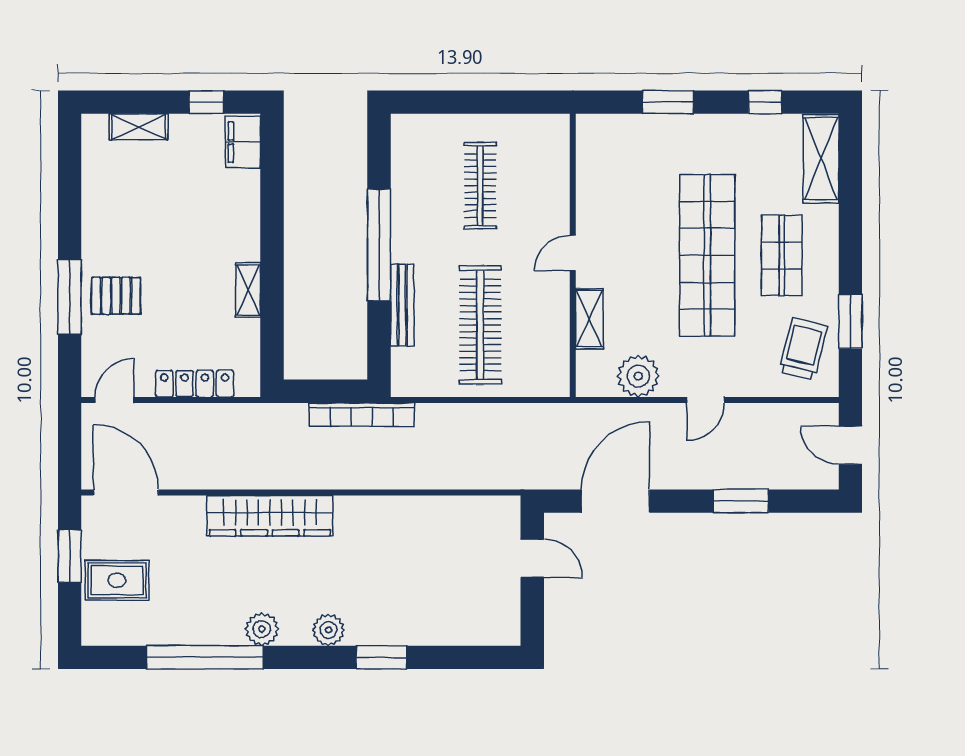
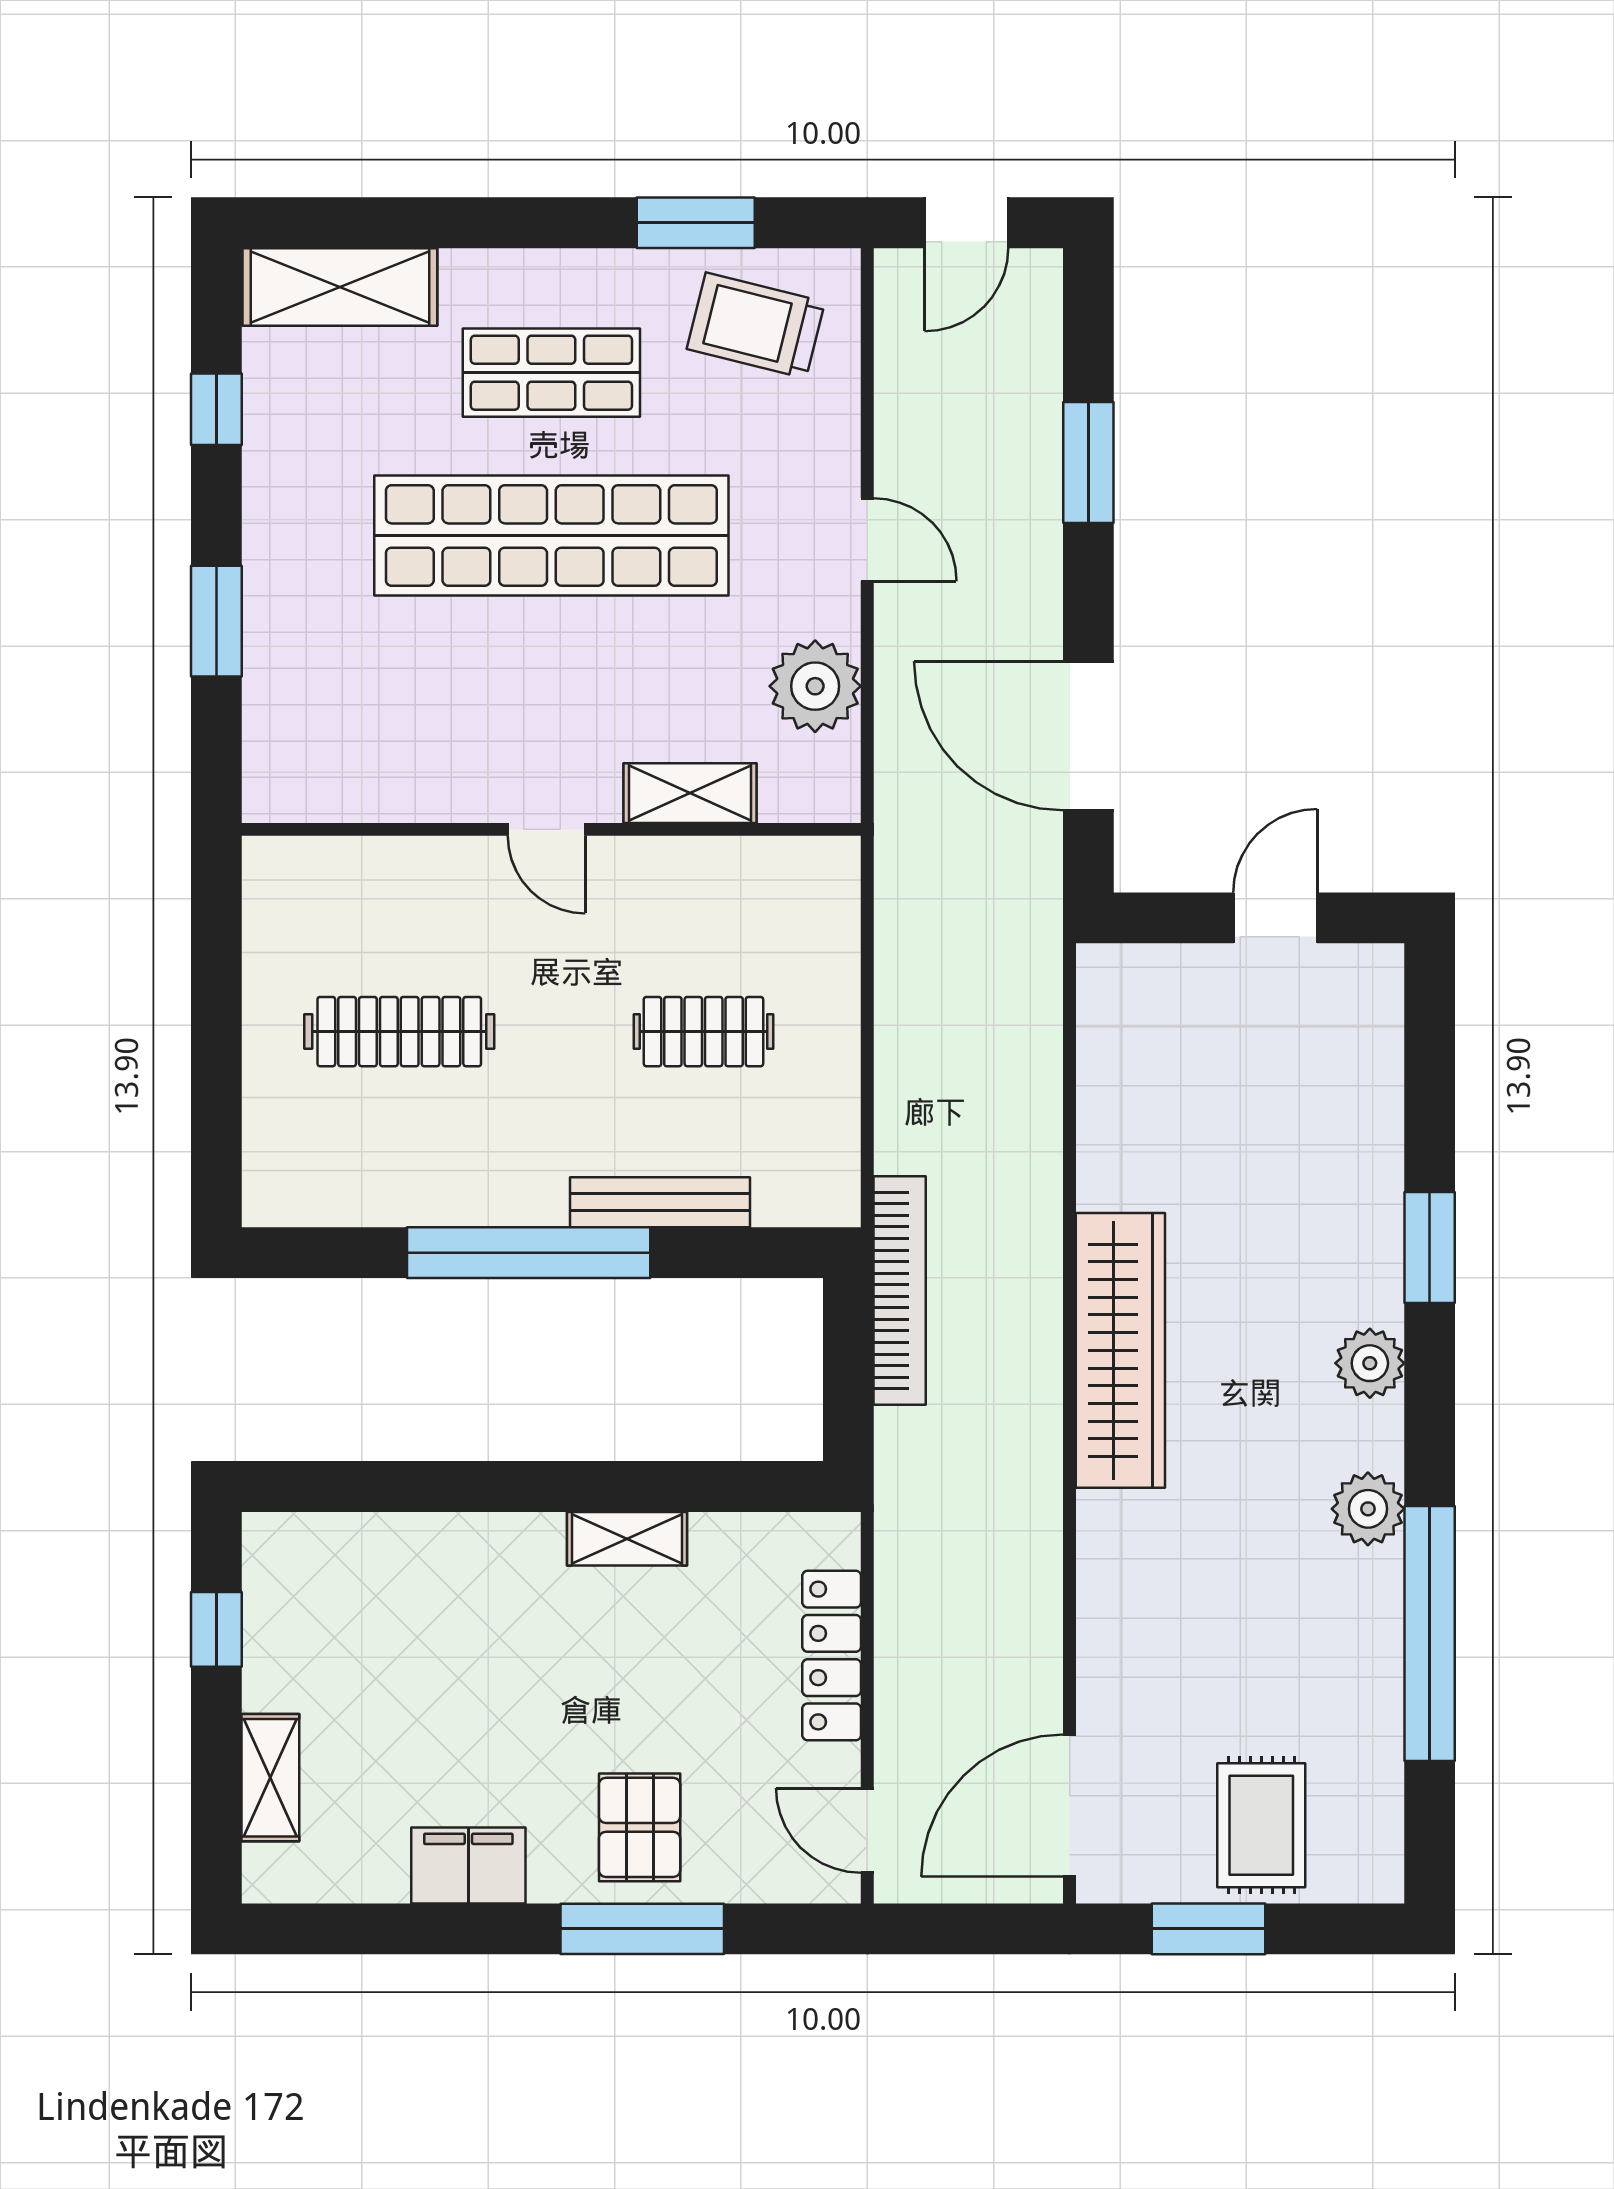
filing cabinet: (243, 142) -> (468, 1865), moved, turned 180
clothes rail: (480, 325) -> (703, 1032), width x0.54, depth x0.76
wardrobe: (270, 516) -> (1120, 1350), moved
door: (532, 558) -> (1275, 918), moved

